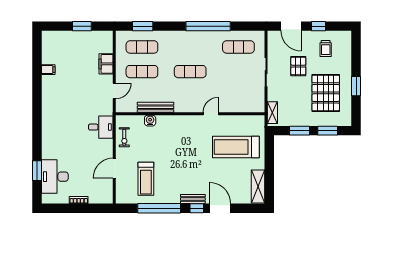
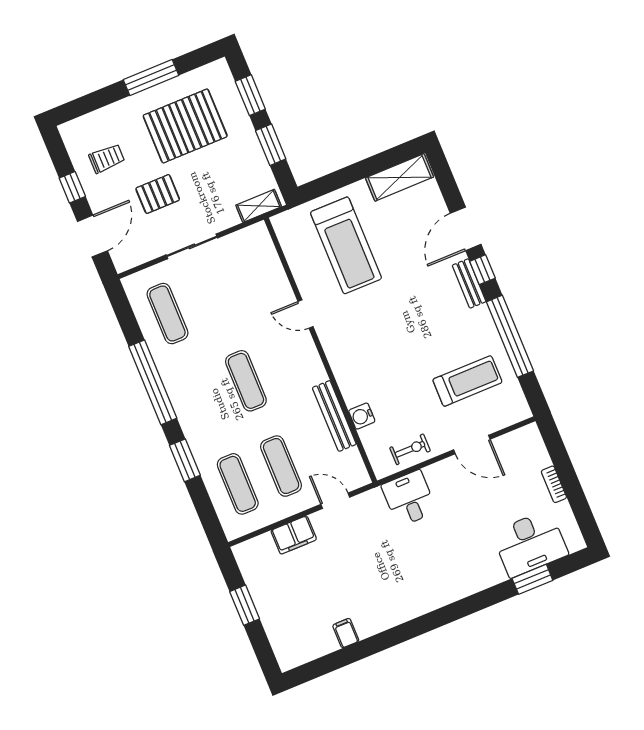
window: (143, 26) -> (185, 460), moved
window: (356, 86) -> (151, 77), width x1.44

